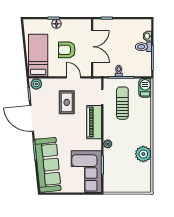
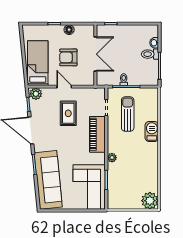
floor lamp: (56, 24) -> (69, 30), moved
door: (74, 77) -> (64, 87), moved
barbecue: (145, 88) -> (152, 131), moved
plant: (143, 154) -> (150, 201), moved

